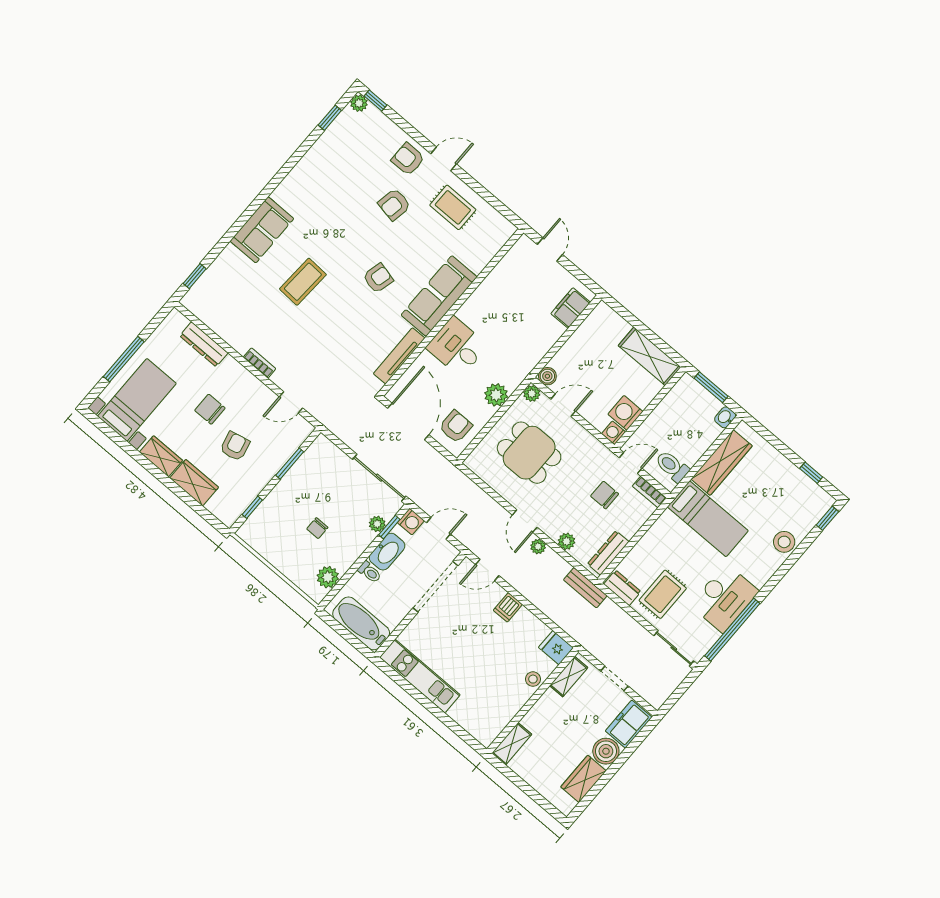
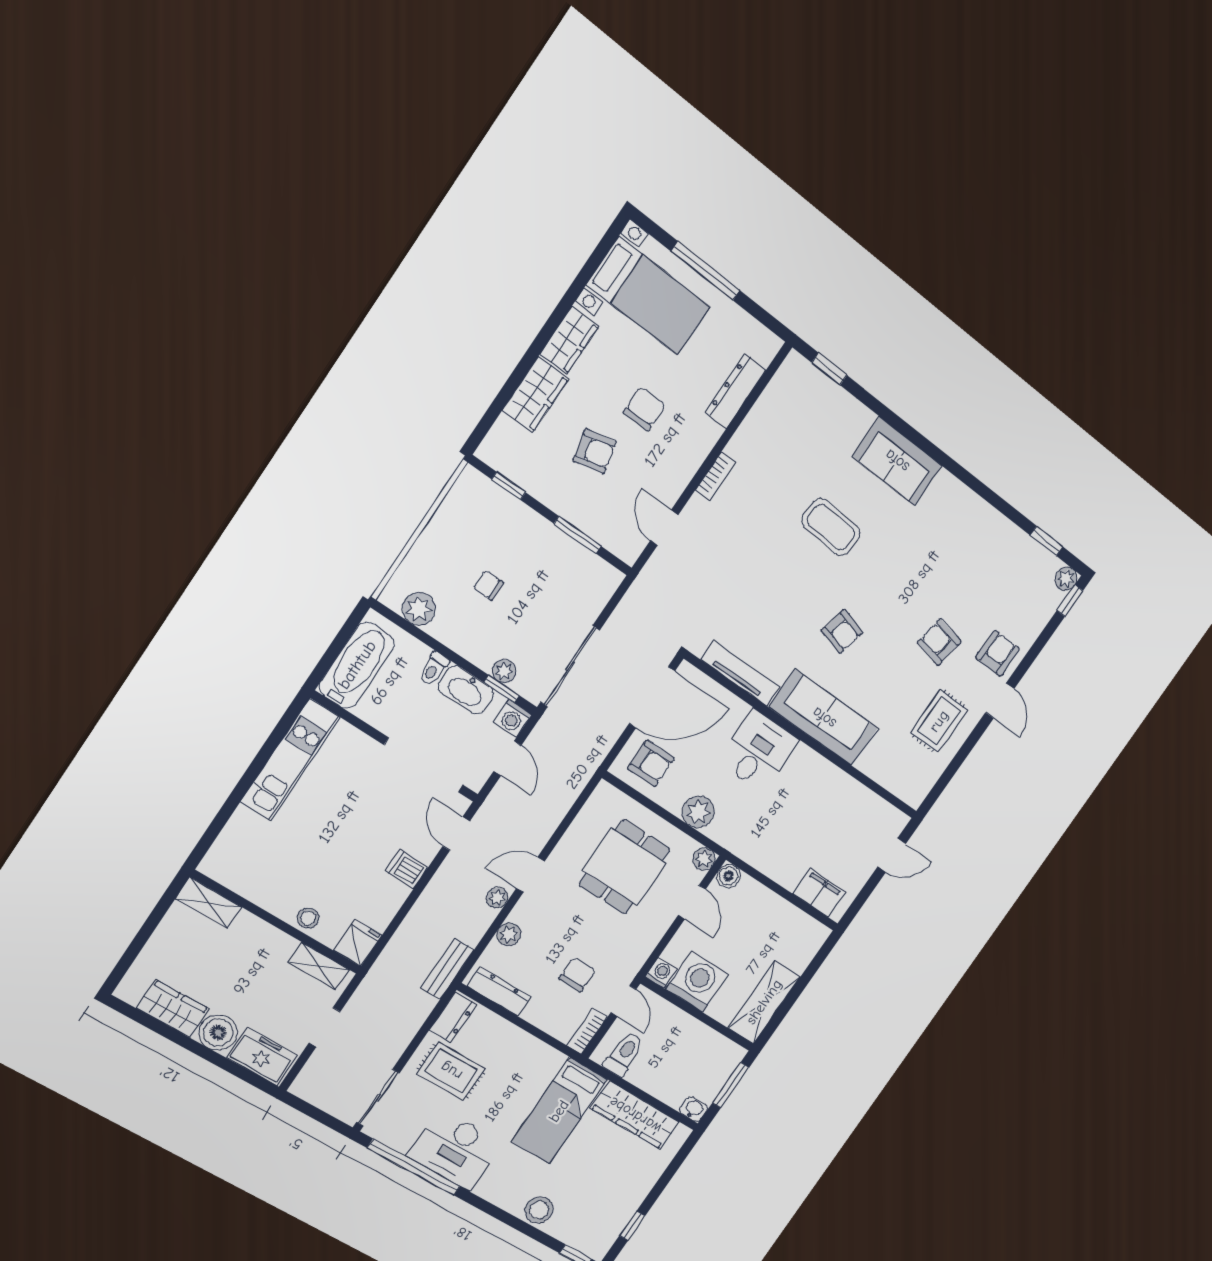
washing machine: (625, 413) -> (697, 982), width x1.37, depth x1.37

